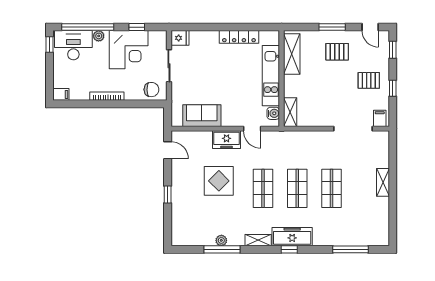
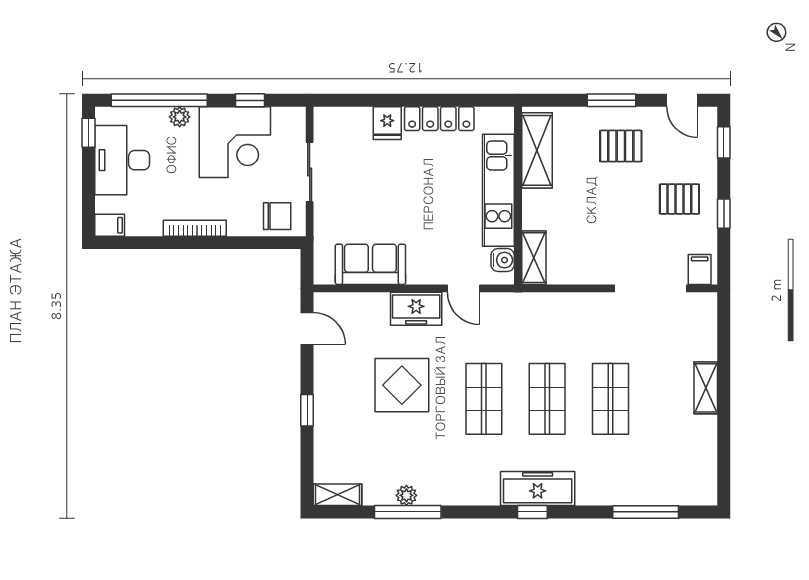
fridge: (180, 38) -> (387, 123), moved, turned 90
desk: (73, 45) -> (122, 160), moved, turned -90
shelving: (258, 240) -> (337, 495), moved

